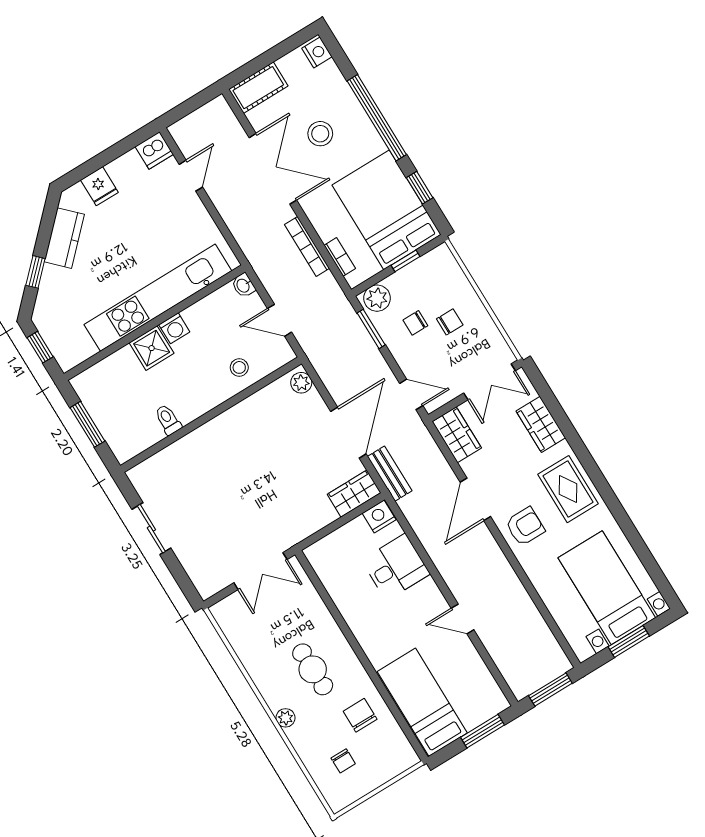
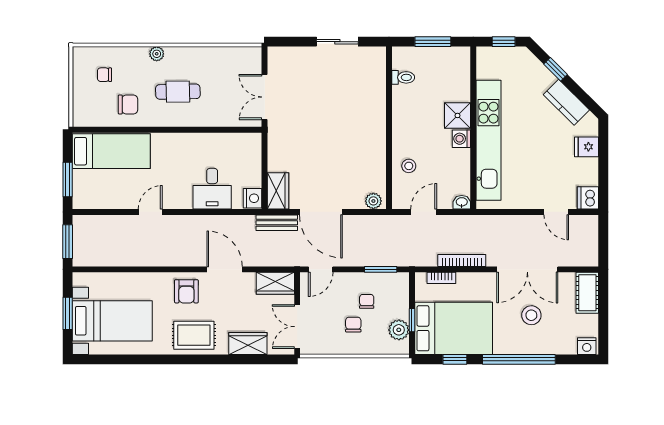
plant: (377, 298) -> (399, 330), moved
chair: (450, 322) -> (353, 325), turned 180
toilet: (168, 420) -> (403, 77), moved

